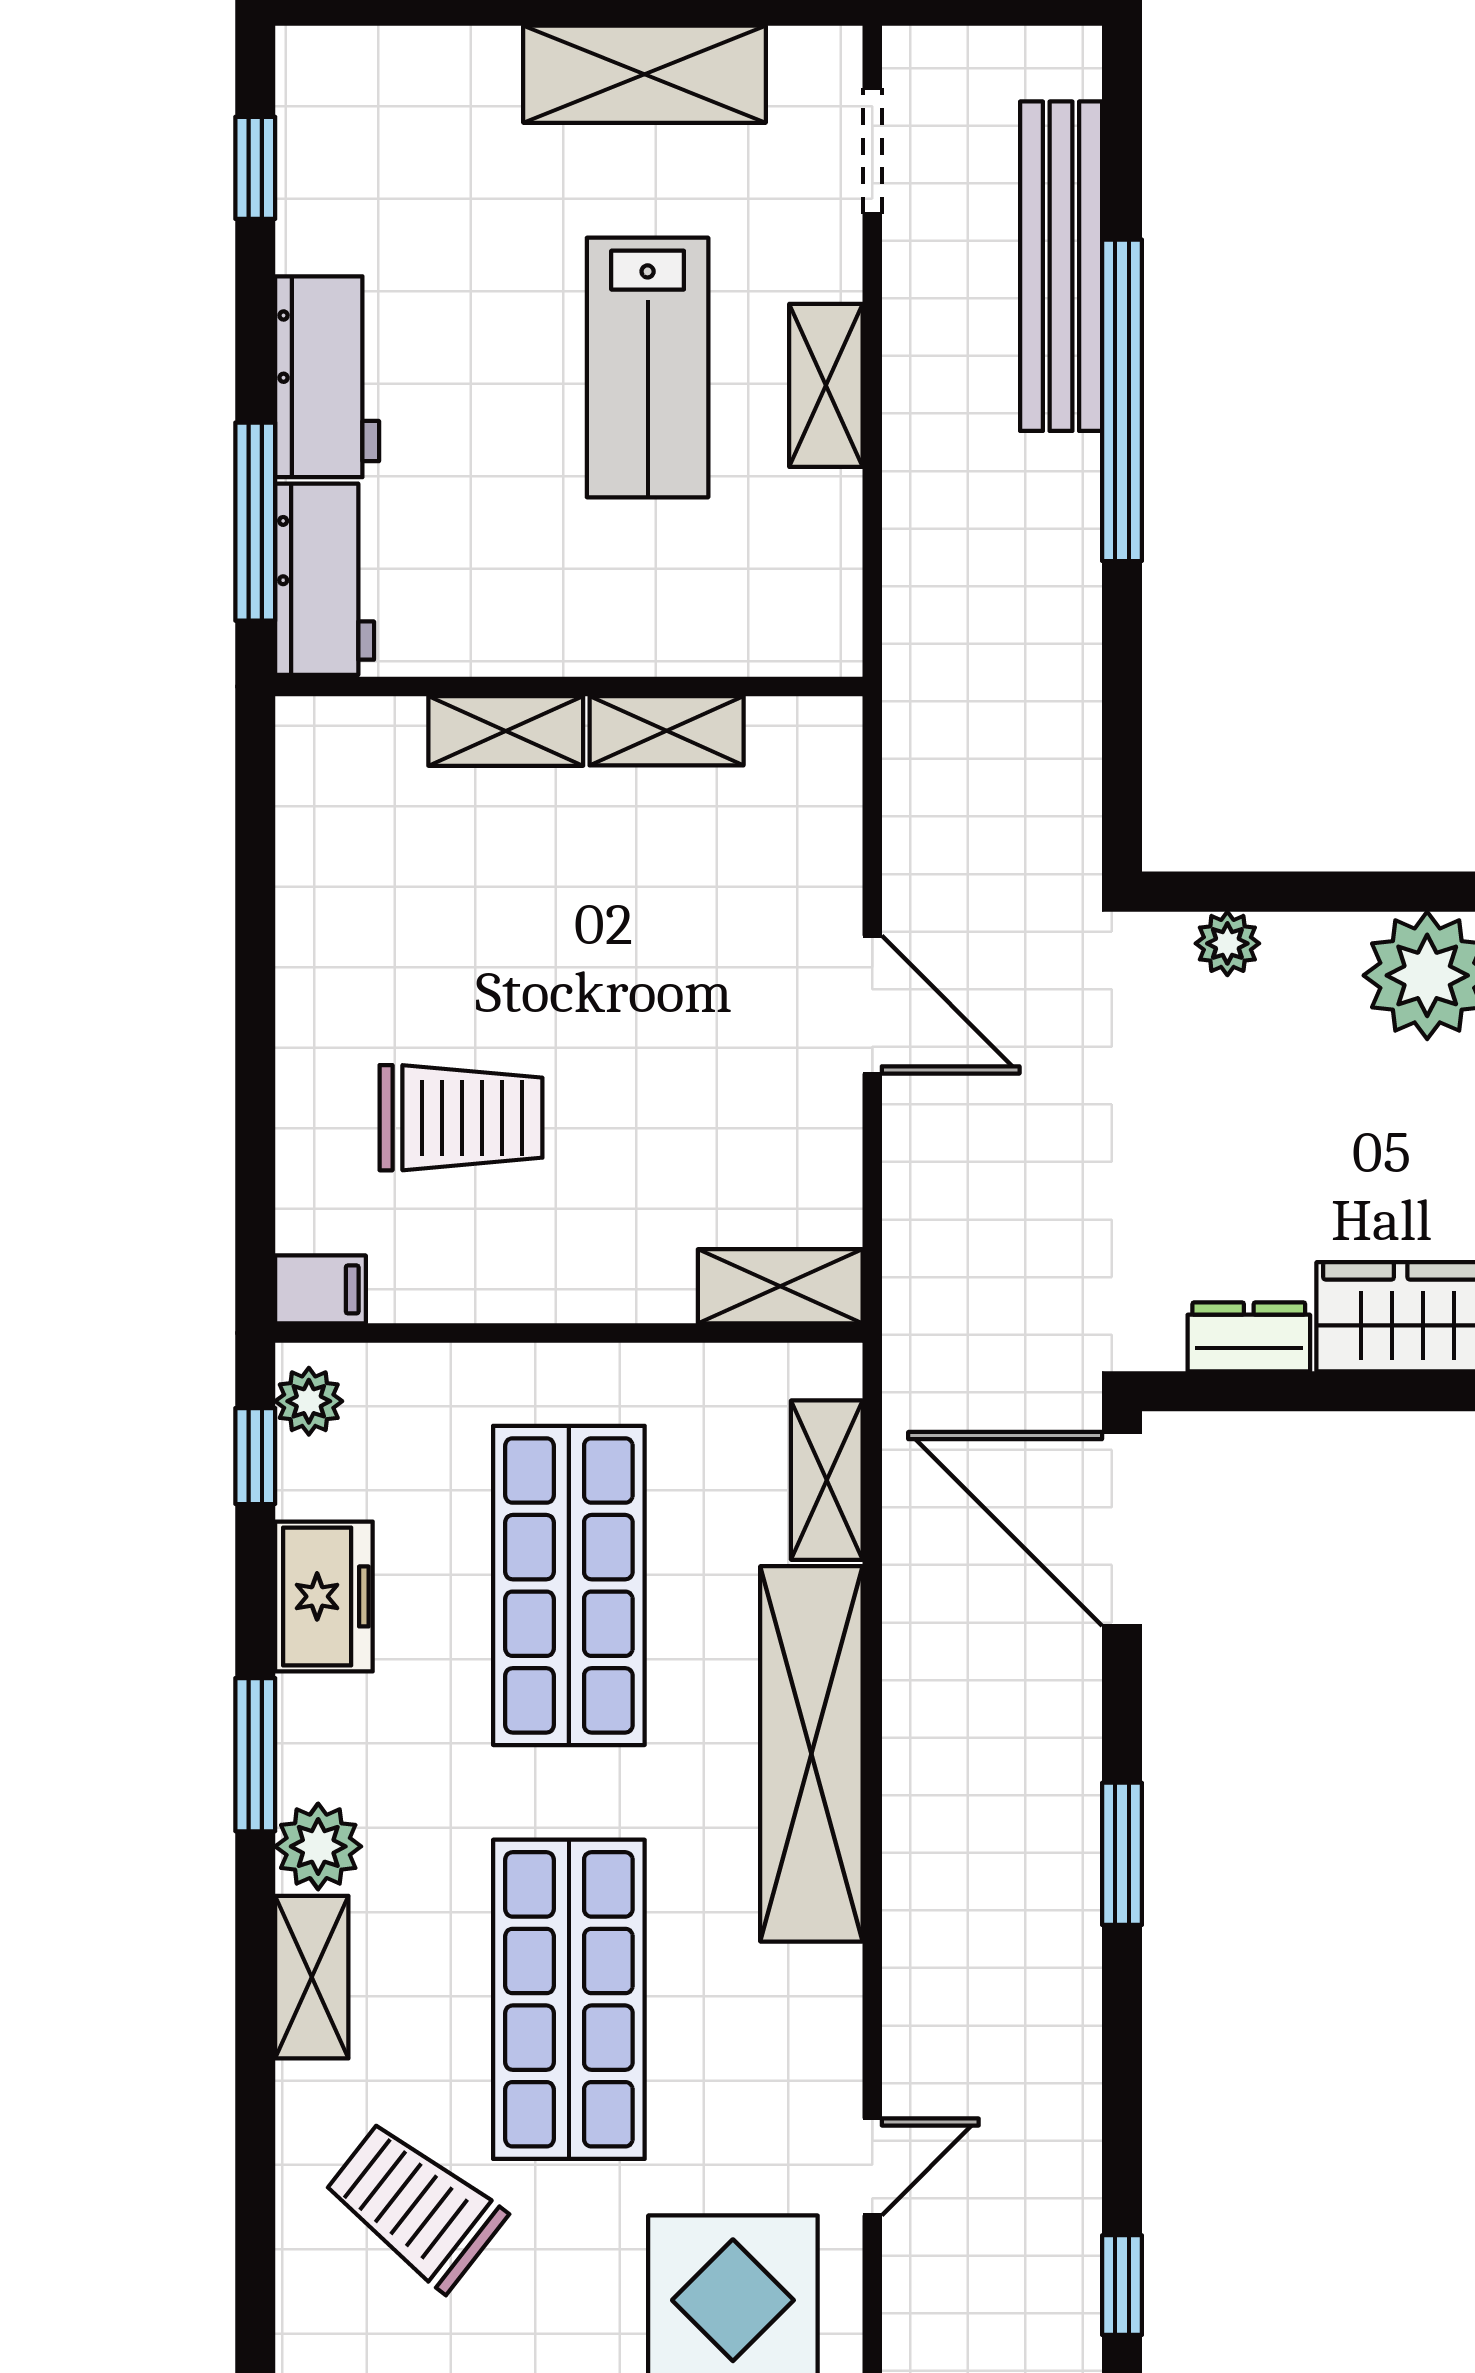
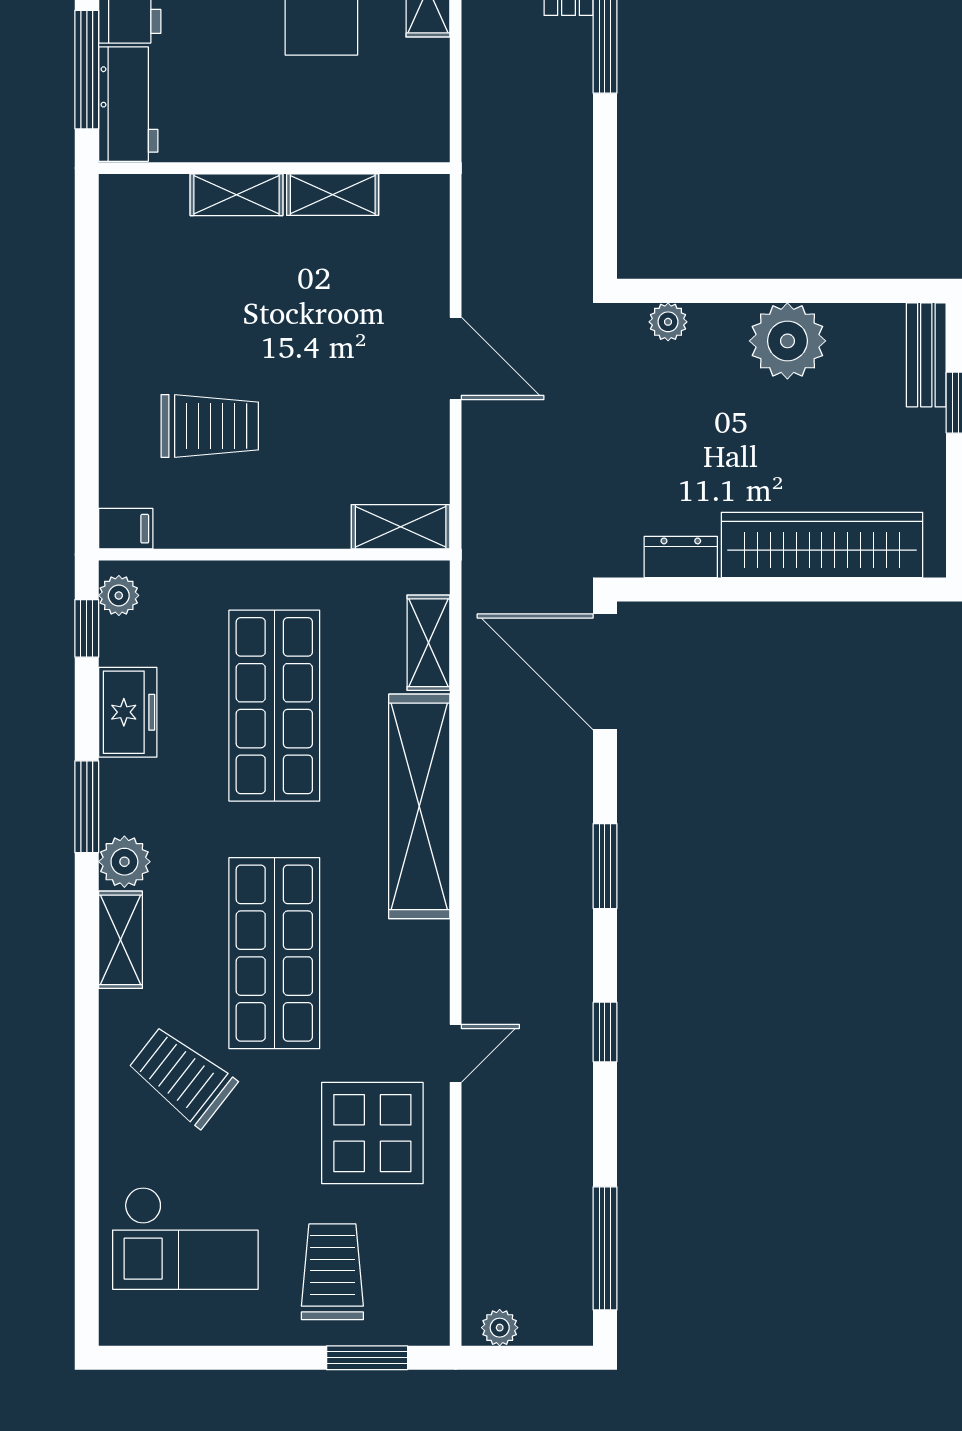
window: (1122, 2285) -> (605, 1032), moved

